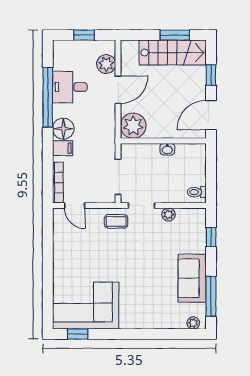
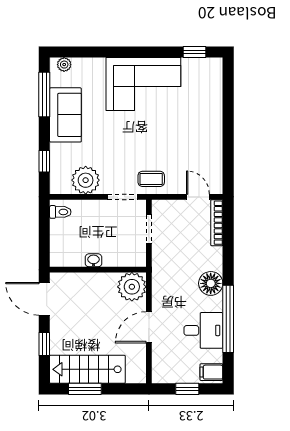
plant: (106, 64) -> (162, 356), removed
door: (211, 115) -> (44, 299), swing flipped
filing cabinet: (63, 148) -> (211, 372), moved
doorway: (118, 177) -> (149, 229), width x0.73
plant: (169, 215) -> (86, 180), width x1.88, depth x1.88
corner sofa: (86, 306) -> (143, 84), moved

